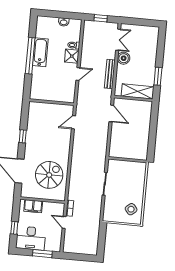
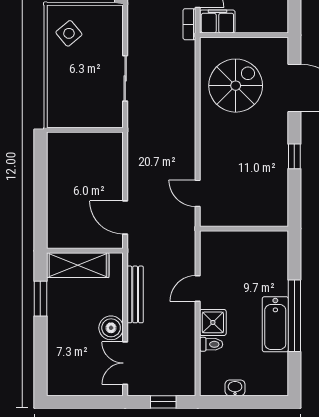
door: (73, 122) -> (198, 193), swing flipped
spiral stairs: (49, 175) -> (236, 86), turned 180
filing cabinet: (33, 206) -> (217, 21), moved

